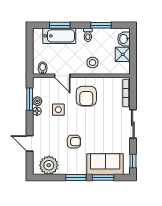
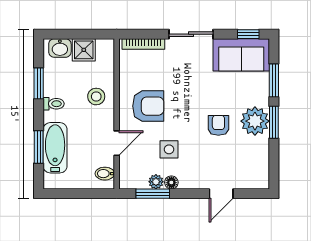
sofa: (105, 164) -> (241, 55), moved, turned -90
plant: (49, 165) -> (255, 121), moved

